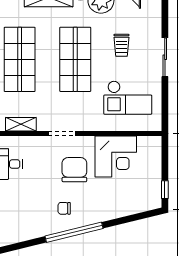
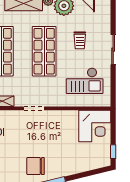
corner desk: (116, 157) -> (95, 126), moved
chair: (74, 170) -> (43, 136), removed
chair: (64, 208) -> (36, 166), width x1.87, depth x1.87

